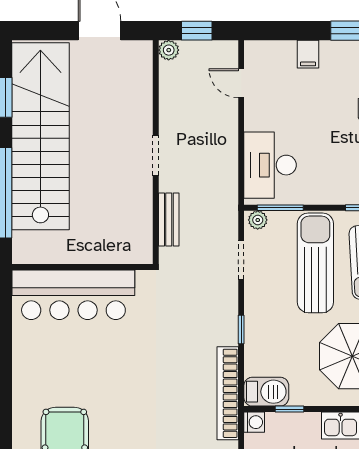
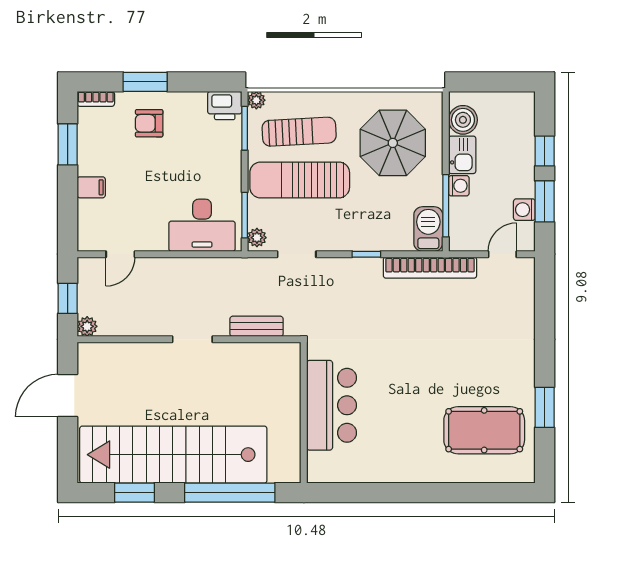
bar counter: (73, 295) -> (332, 405), width x0.73
window: (290, 409) -> (446, 206), width x2.17
washing machine: (254, 422) -> (459, 186), moved, turned 90

